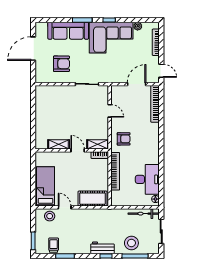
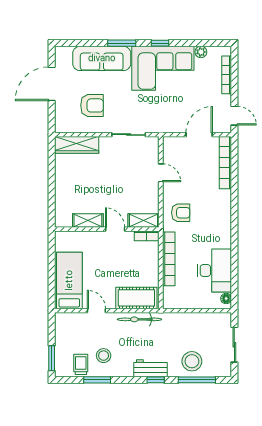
wardrobe: (51, 91) -> (77, 145), added
bicycle: (144, 214) -> (140, 319), moved
stool: (50, 216) -> (104, 356), moved

